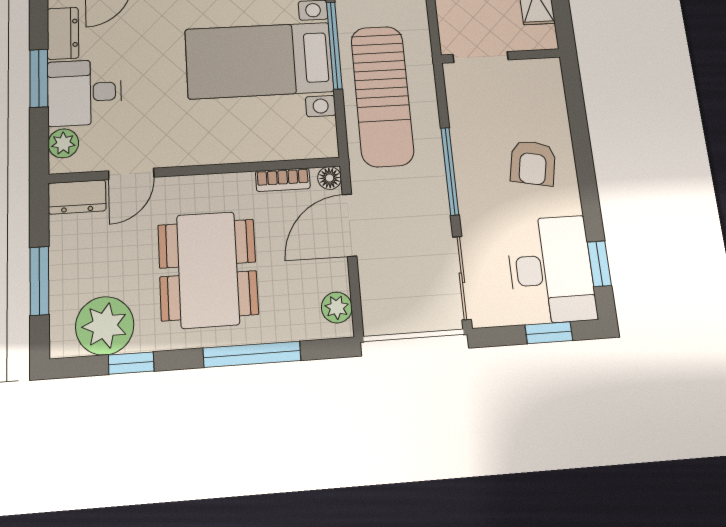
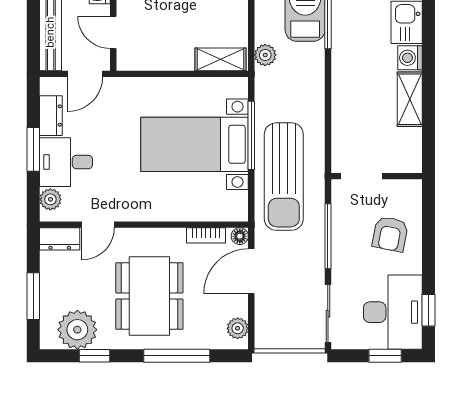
wall: (501, 56) -> (377, 176), moved
doorway: (481, 57) -> (361, 176), moved

